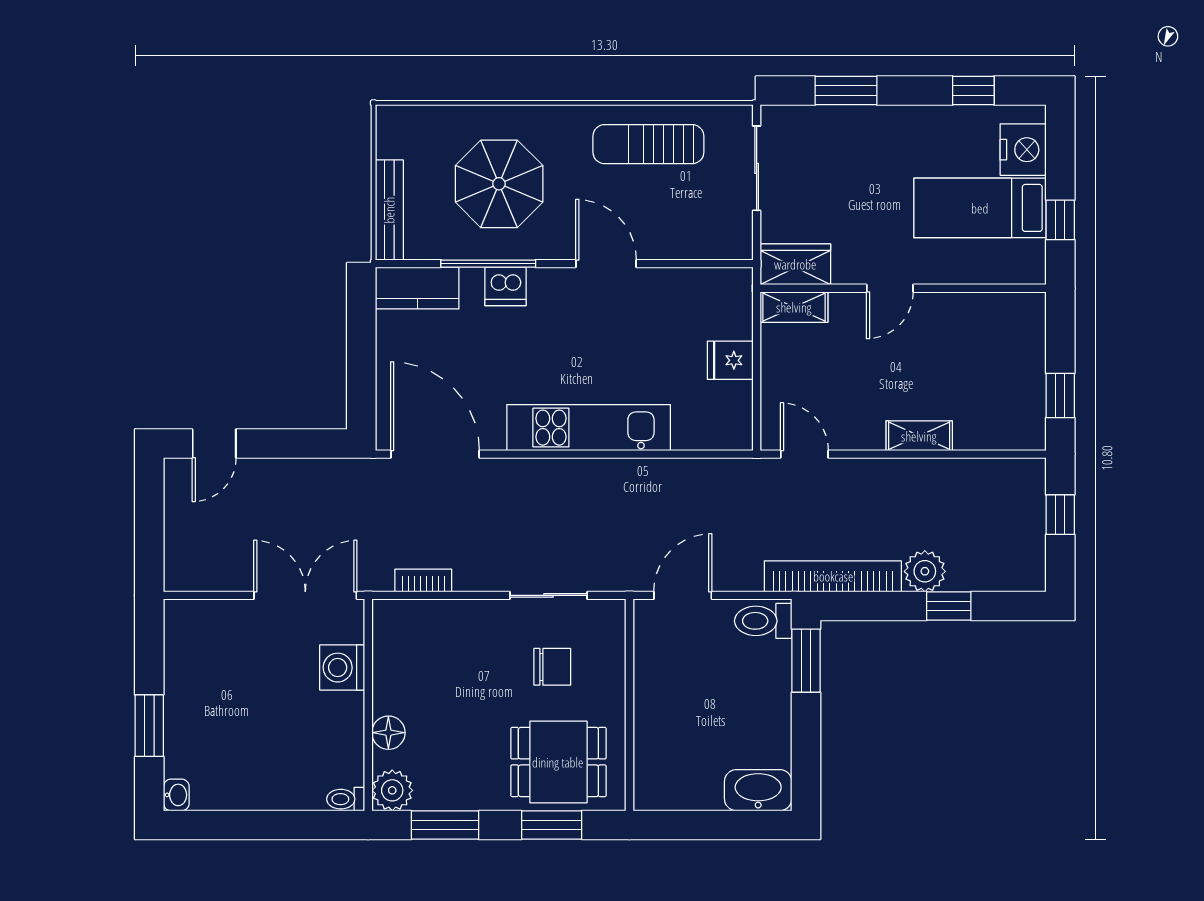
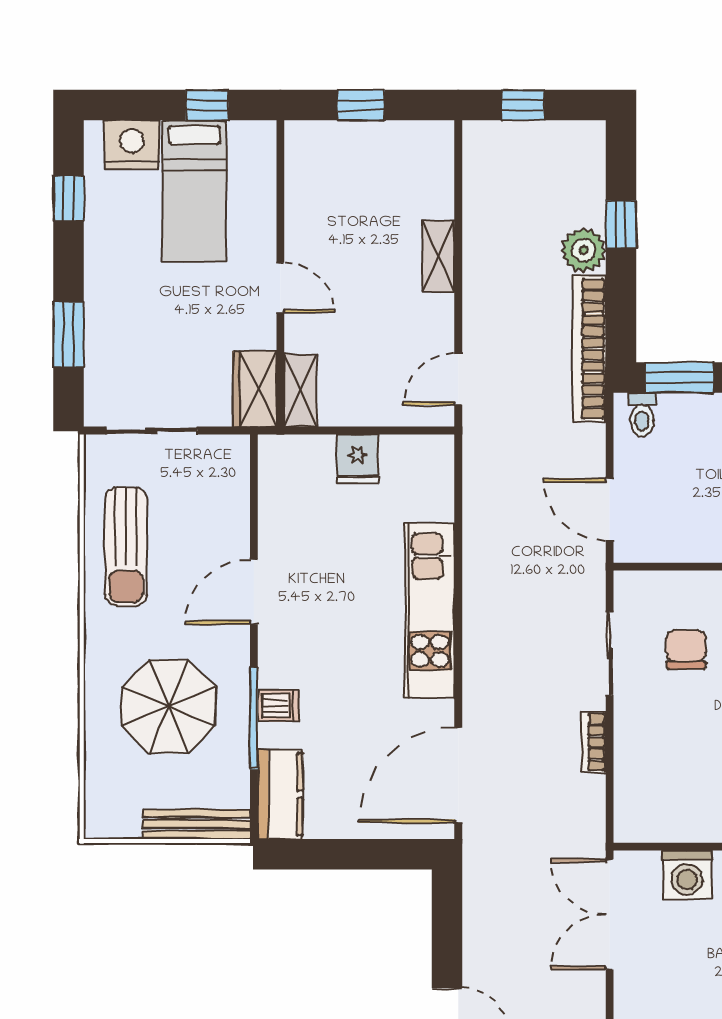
dishwasher: (505, 286) -> (278, 706), width x0.73
window: (1060, 396) -> (361, 105), moved
bookcase: (423, 581) -> (594, 742), moved
toilet: (763, 621) -> (642, 415), width x0.73, depth x0.72

